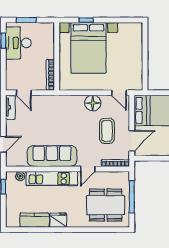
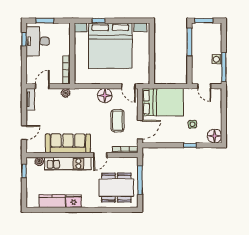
bed with nightstands: (88, 48) -> (110, 46), width x1.36
door: (24, 93) -> (42, 86), swing flipped
plant: (49, 100) -> (66, 93), added

